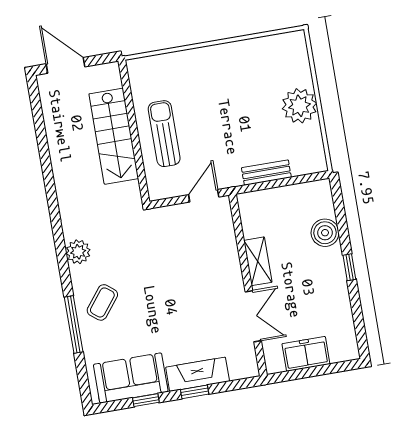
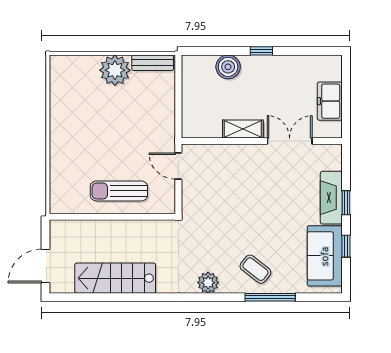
stairs: (114, 136) -> (115, 278), moved, turned 180
bench: (266, 173) -> (153, 63), moved, turned 90

